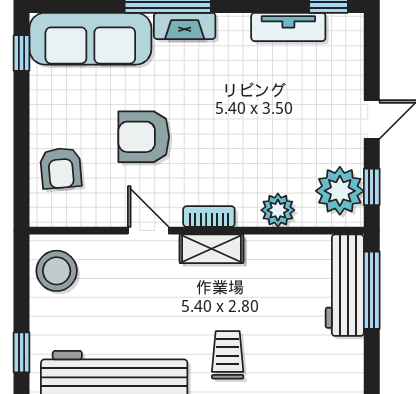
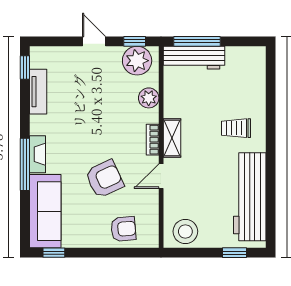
armchair: (144, 137) -> (104, 179), turned -115

